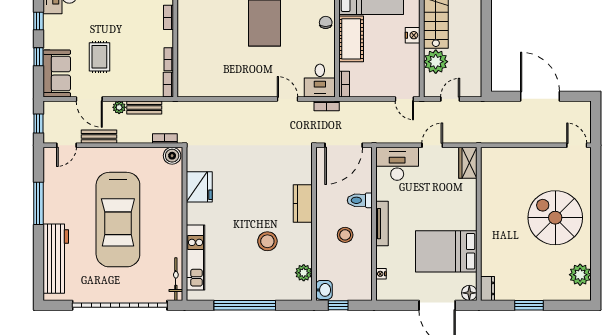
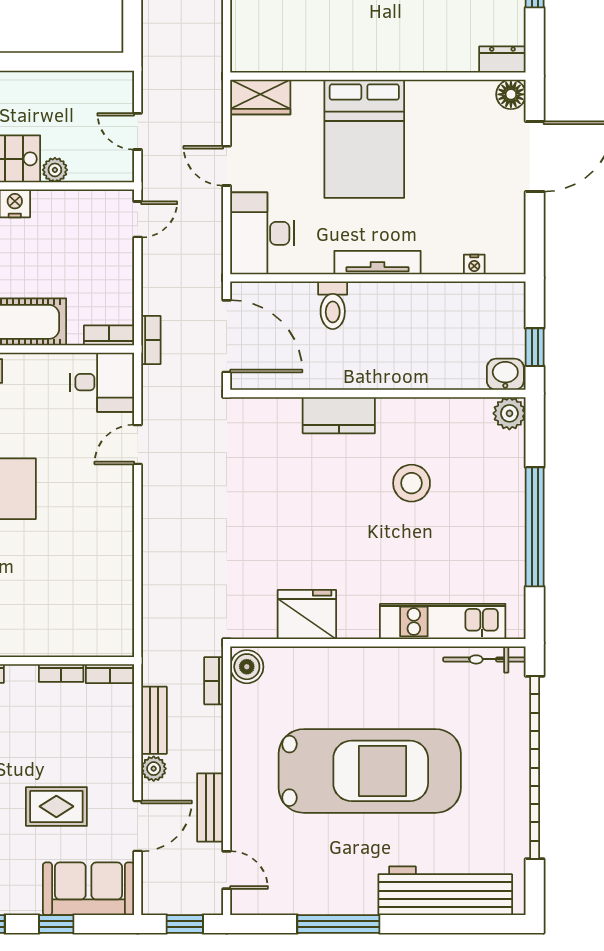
plant: (436, 62) -> (55, 170), width x0.53, depth x0.53
bookcase: (327, 106) -> (151, 340), moved
stool: (345, 235) -> (399, 334), removed
bed: (446, 251) -> (364, 139), moved
plant: (304, 273) -> (509, 413), moved

